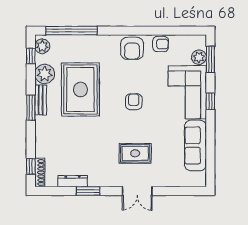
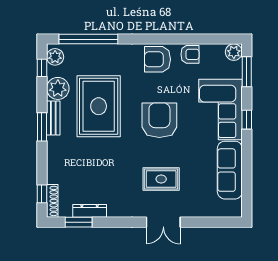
armchair: (132, 48) -> (157, 59), turned 90
plant: (199, 57) -> (234, 52), moved
armchair: (134, 102) -> (159, 120), width x1.88, depth x1.88
window: (88, 191) -> (79, 222), moved

